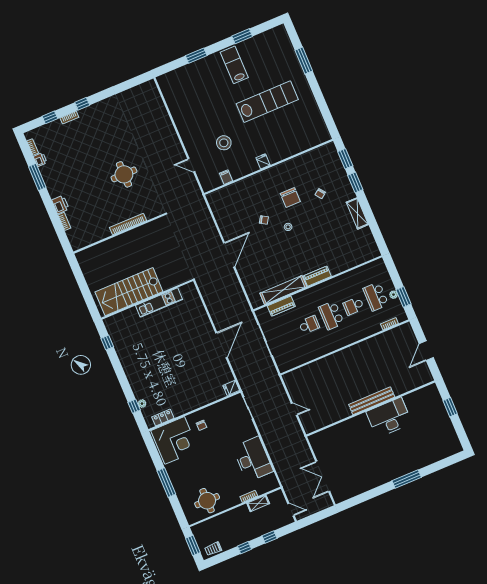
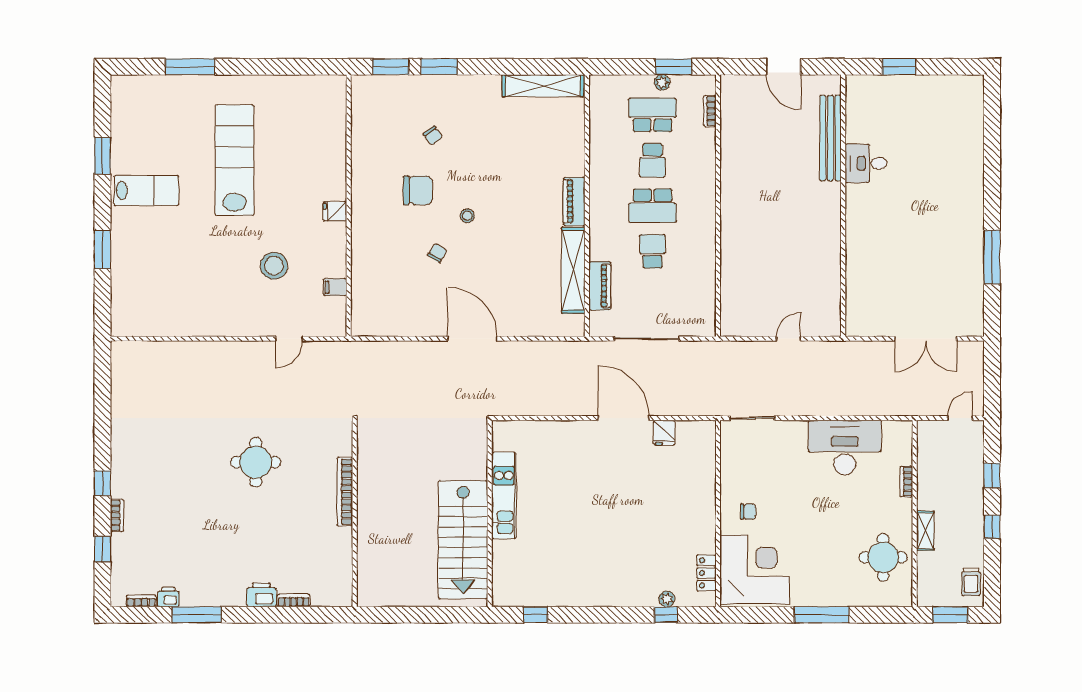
lab bench: (234, 65) -> (146, 190), turned 180
shelving: (357, 213) -> (543, 86), moved, width x1.47
school desk: (376, 297) -> (652, 115), turned 180
fridge: (231, 388) -> (664, 433), moved
bench: (372, 401) -> (830, 138), moved
desk: (389, 418) -> (866, 163), width x0.53, depth x0.77
window: (407, 479) -> (992, 257), moved
shelving: (258, 503) -> (925, 531), moved

